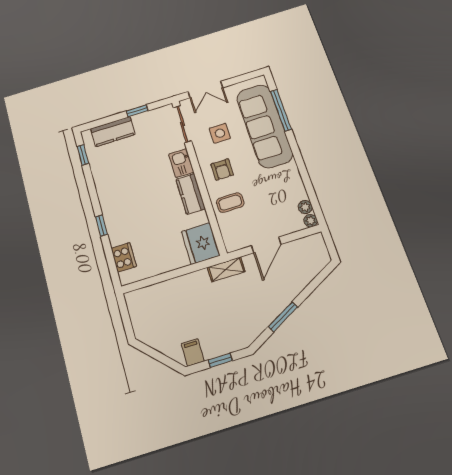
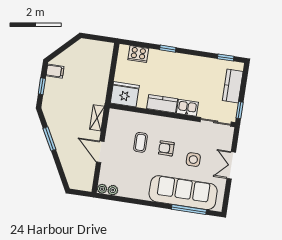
sliding door: (182, 124) -> (216, 122), moved
kitchen sink: (181, 163) -> (187, 108), moved
wall: (199, 176) -> (172, 115), moved
kitchen counter: (191, 194) -> (162, 104), moved
fridge: (201, 243) -> (125, 94), moved

